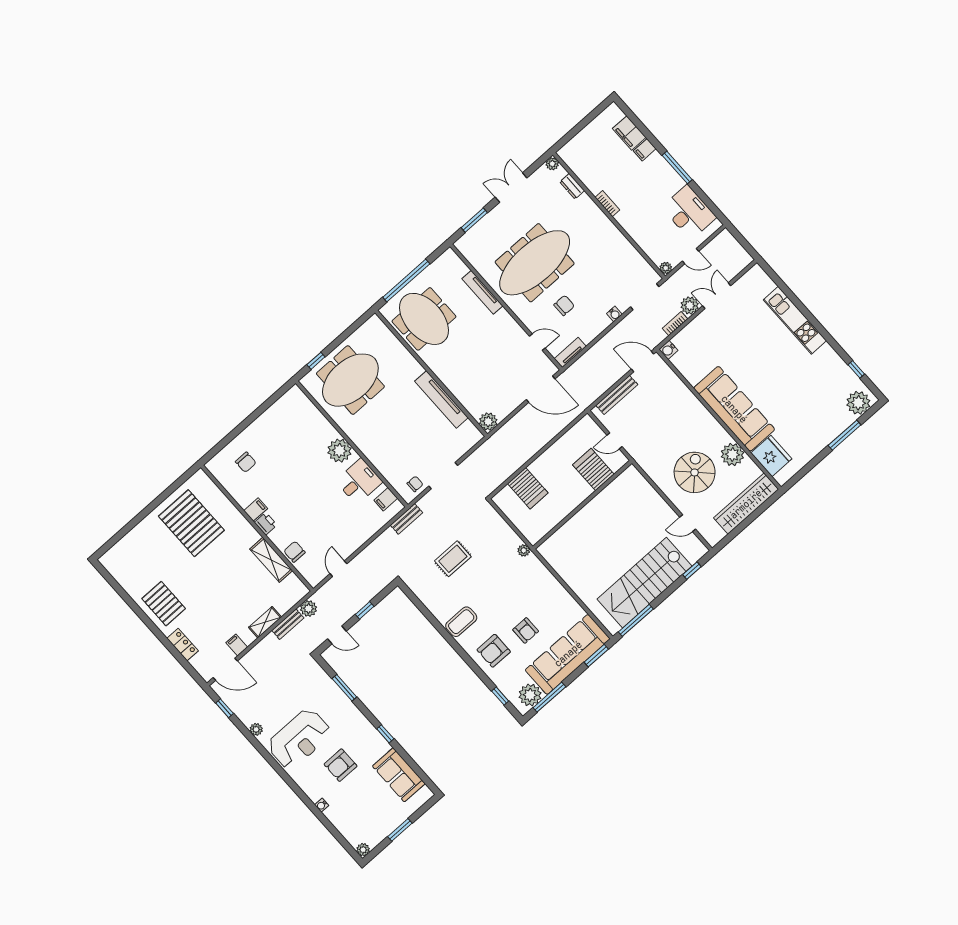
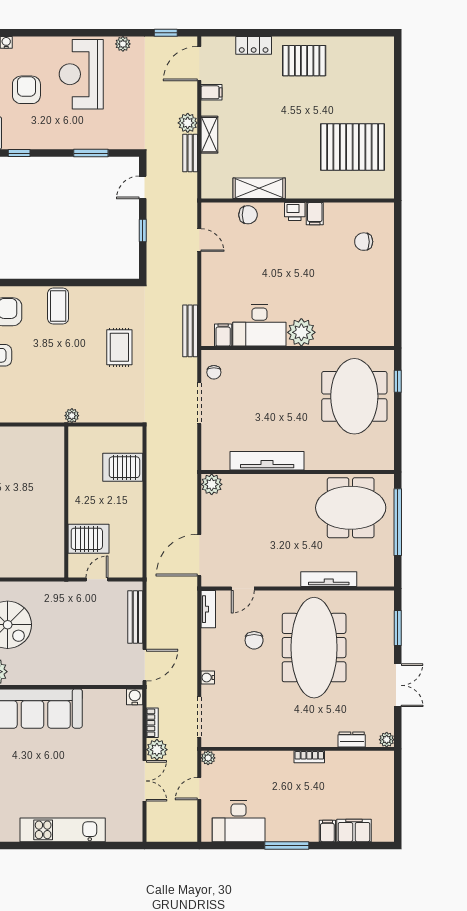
desk: (359, 481) -> (259, 325), width x1.37
bench: (406, 519) -> (190, 331), width x1.36
plant: (309, 609) -> (188, 123), moved

